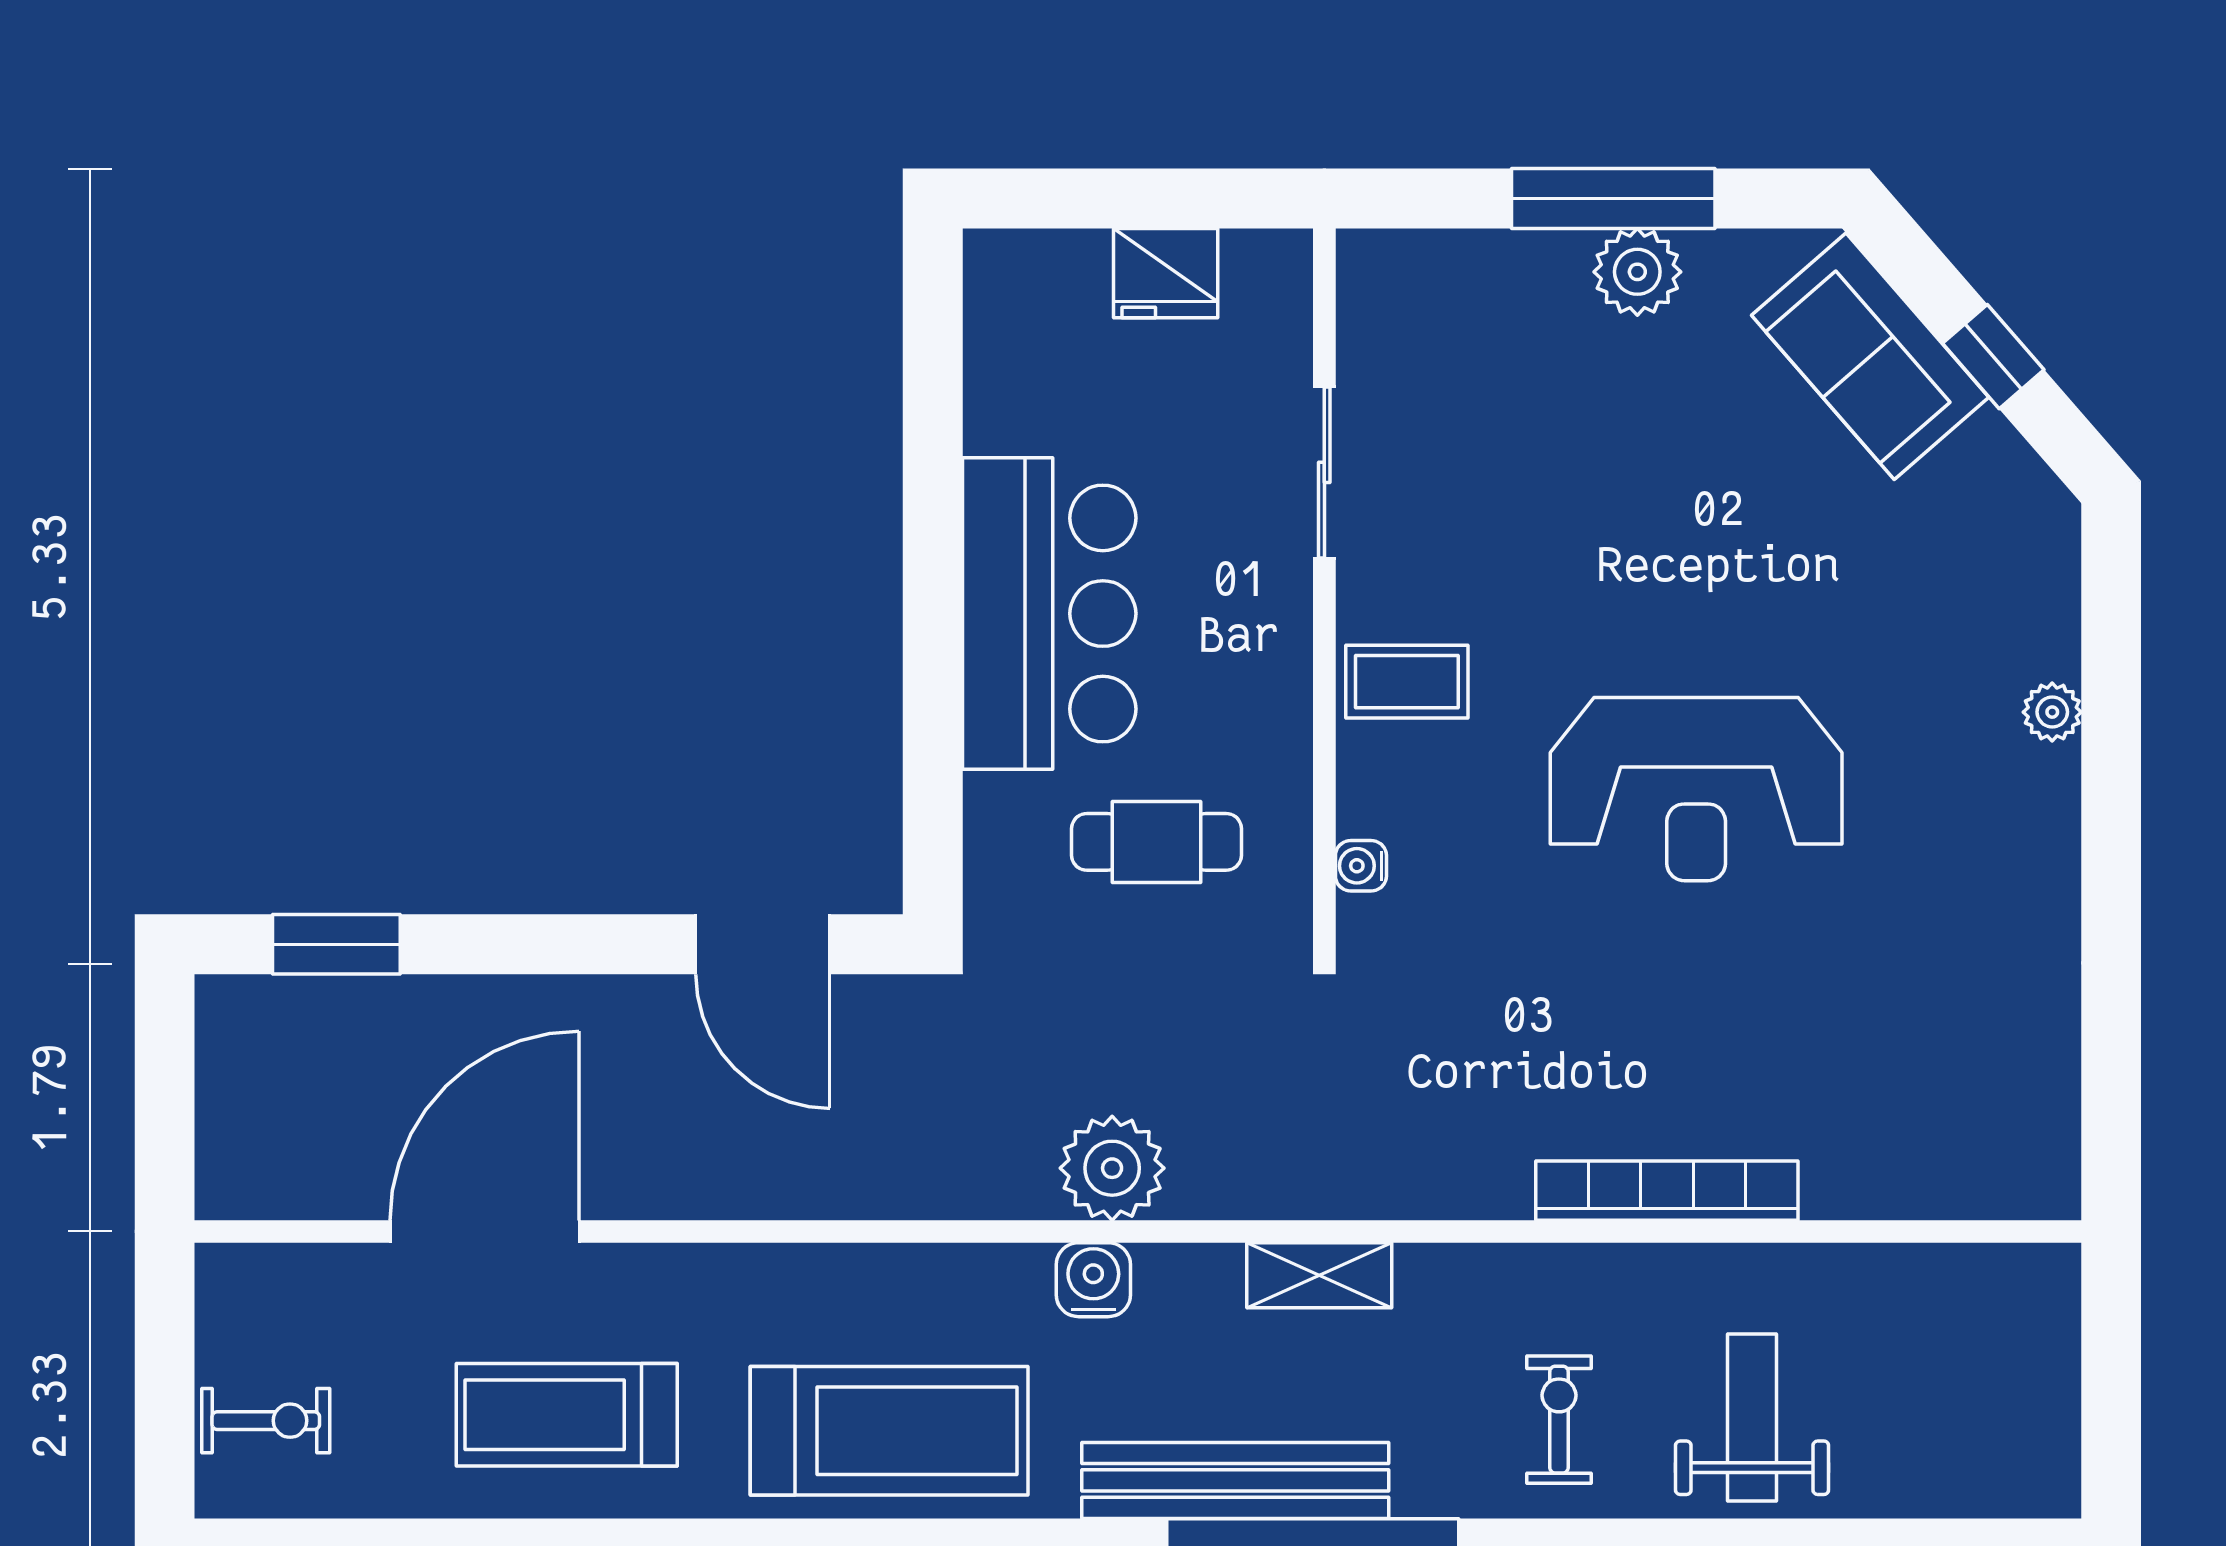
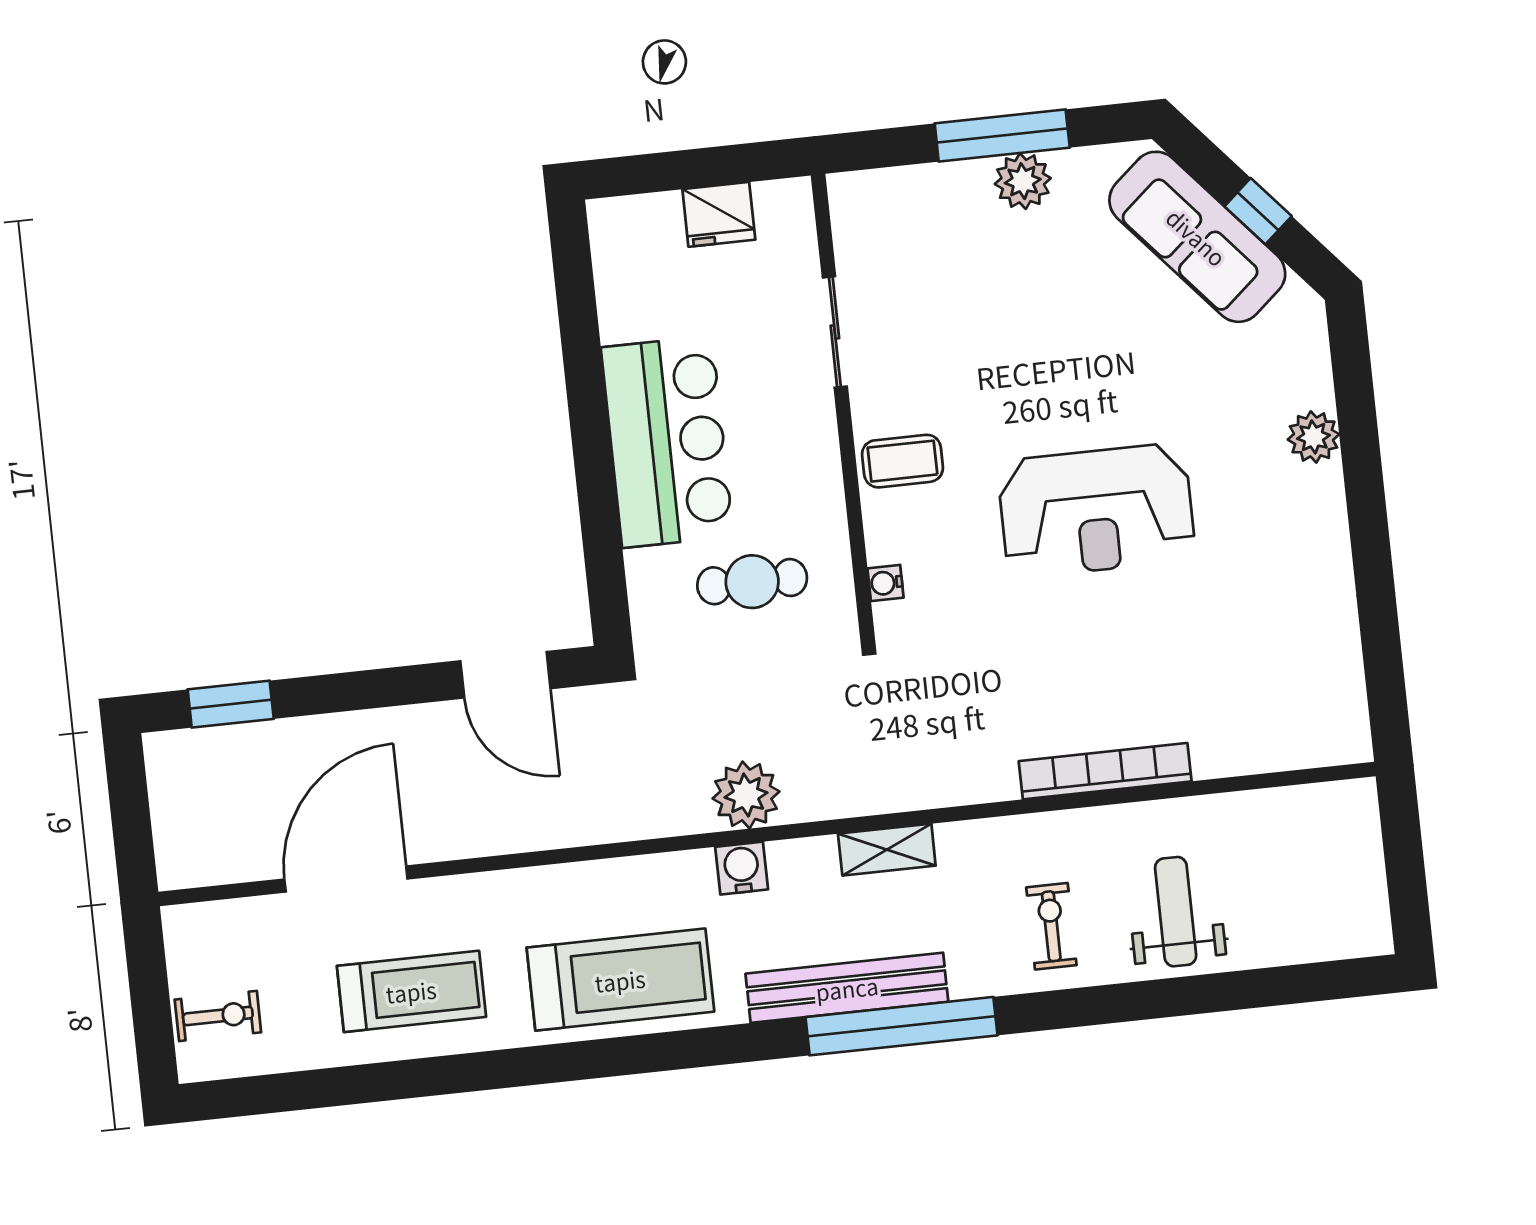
sofa: (1870, 356) -> (1197, 237), width x1.36
plant: (2052, 712) -> (1314, 437), width x1.38, depth x1.38
treadmill: (567, 1415) -> (411, 991), turned 180

